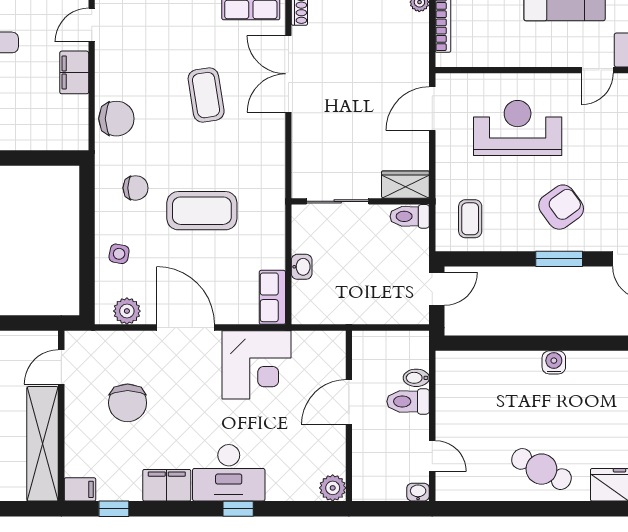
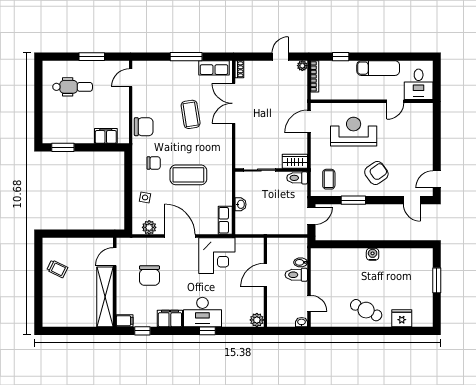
filing cabinet: (74, 72) -> (106, 136), moved, turned 90
window: (559, 259) -> (353, 200), moved

